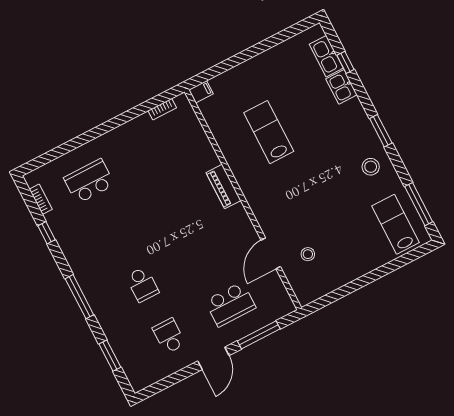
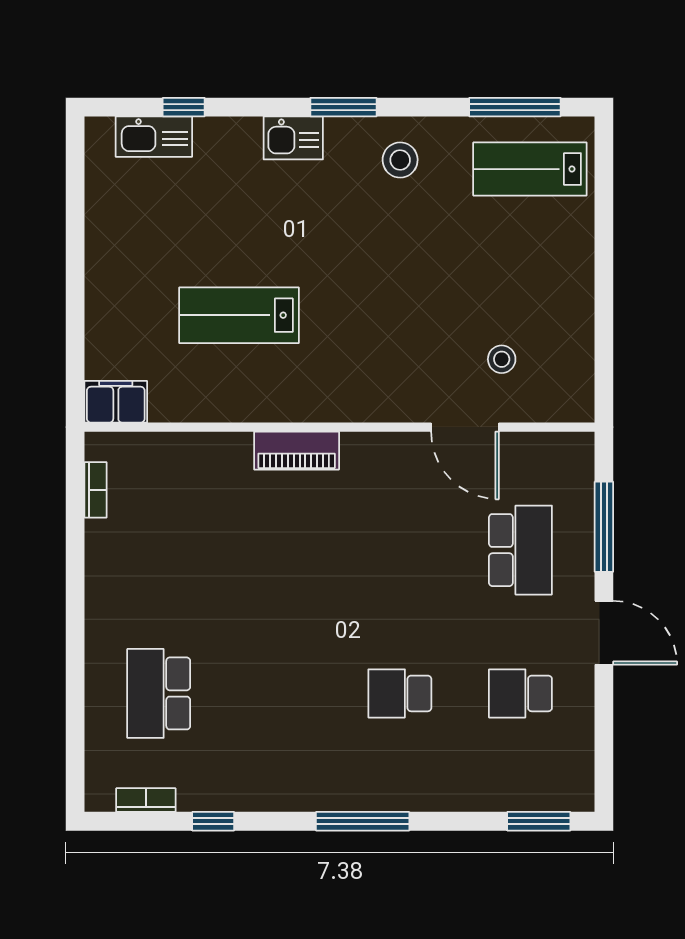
kitchen sink: (341, 87) -> (293, 138), moved
filing cabinet: (201, 92) -> (116, 402), width x2.00
school desk: (142, 284) -> (400, 693), turned 180
window: (110, 356) -> (539, 821), moved

